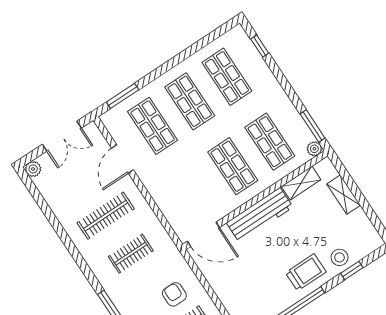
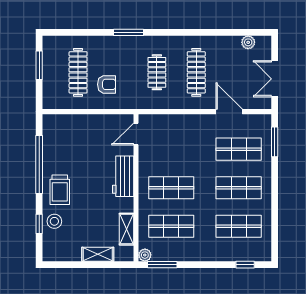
plant: (33, 169) -> (248, 42), moved
workbench: (260, 215) -> (123, 176), width x0.73
door: (203, 234) -> (136, 134), width x0.73

